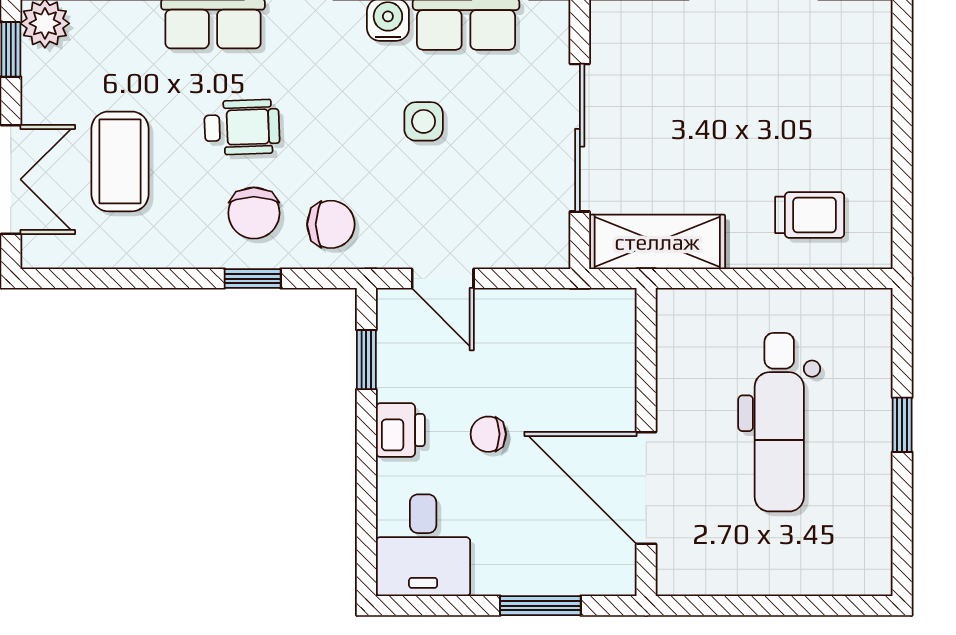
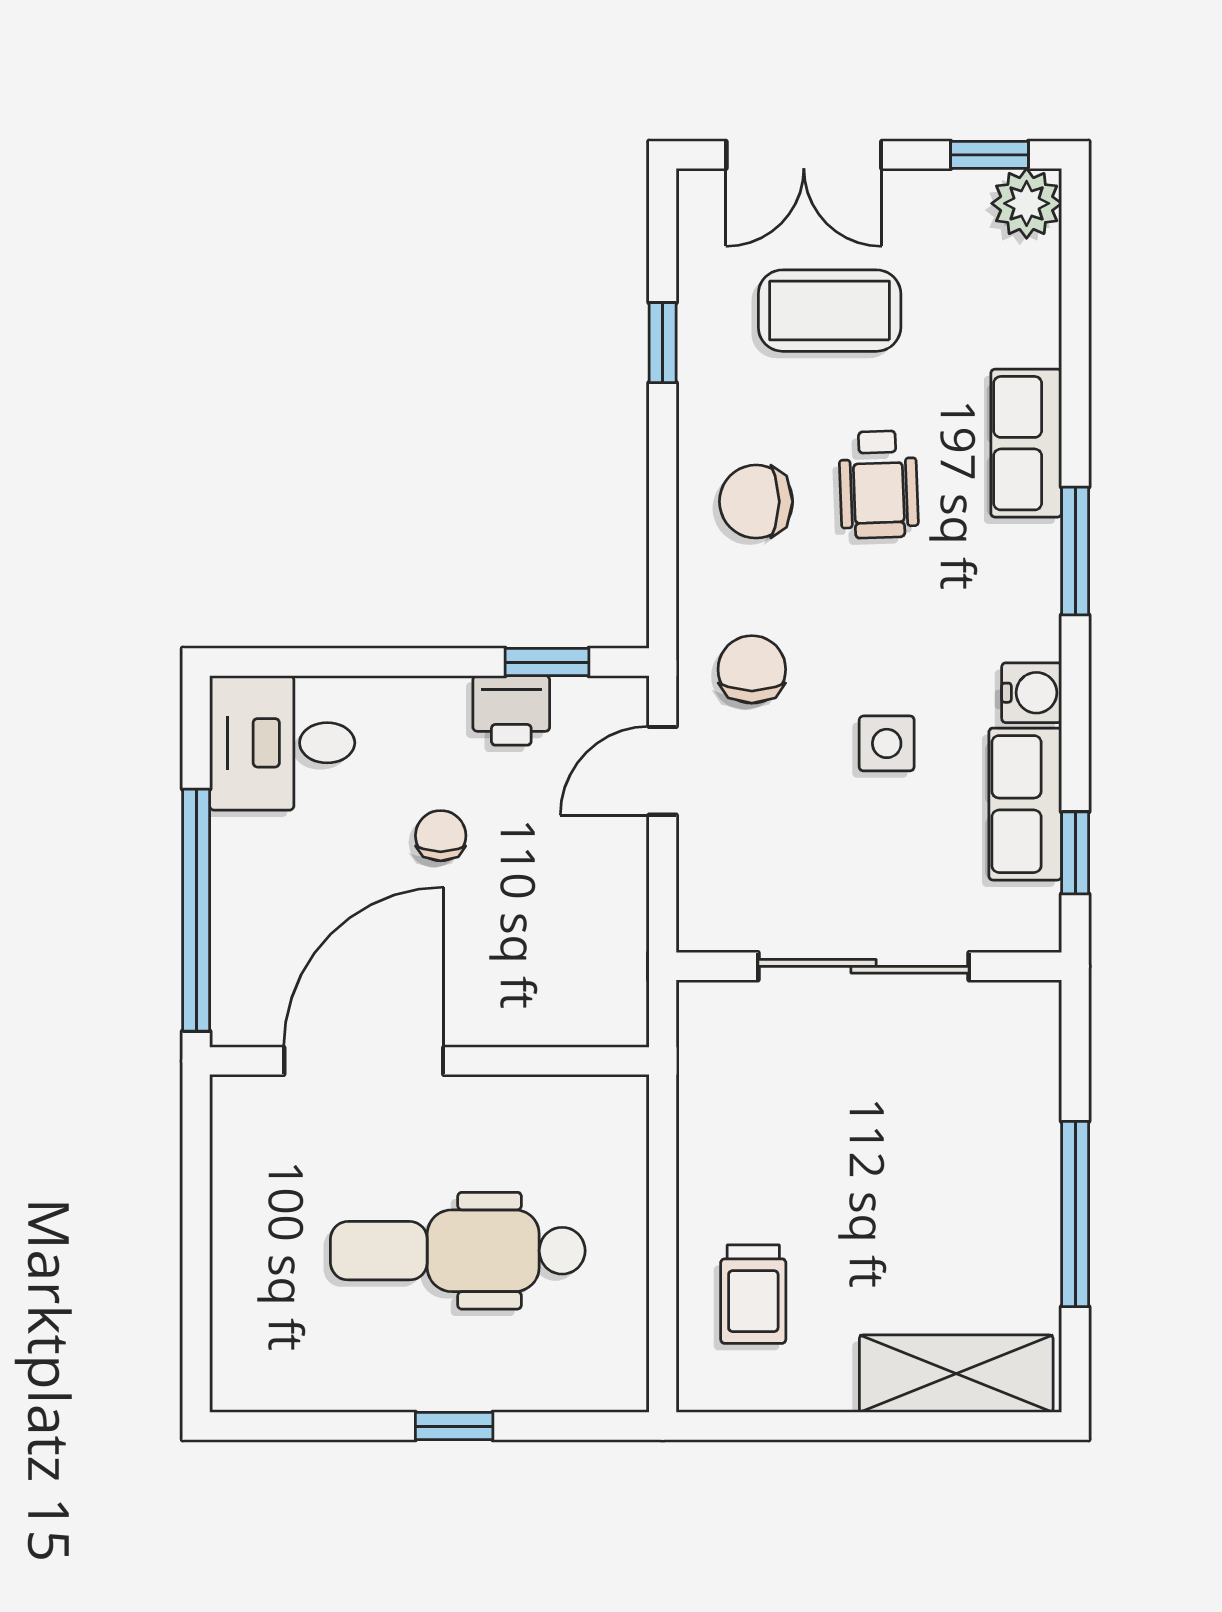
chair: (331, 224) -> (752, 669), moved, turned 180
shelving: (657, 242) -> (956, 1374), moved, turned 90
window: (253, 279) -> (663, 343), moved
printer: (400, 430) -> (511, 710), moved
window: (540, 606) -> (196, 910), width x2.11

